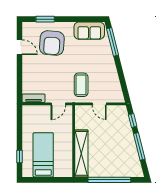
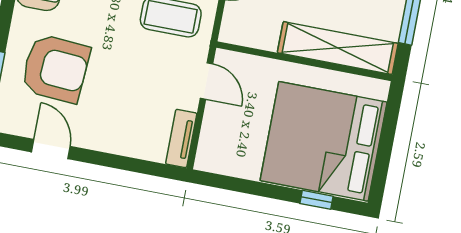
door: (20, 47) -> (51, 149), hinge flipped
bed: (43, 155) -> (324, 141), width x2.04

